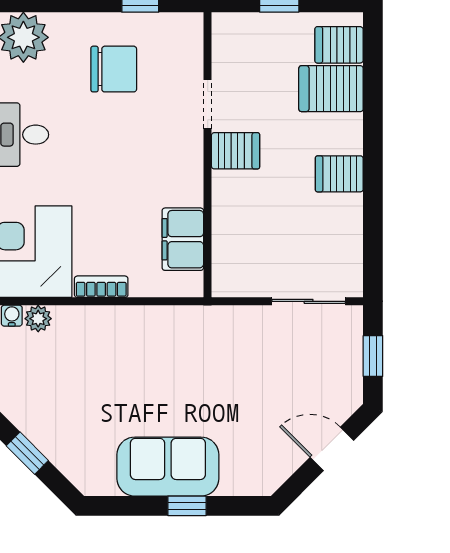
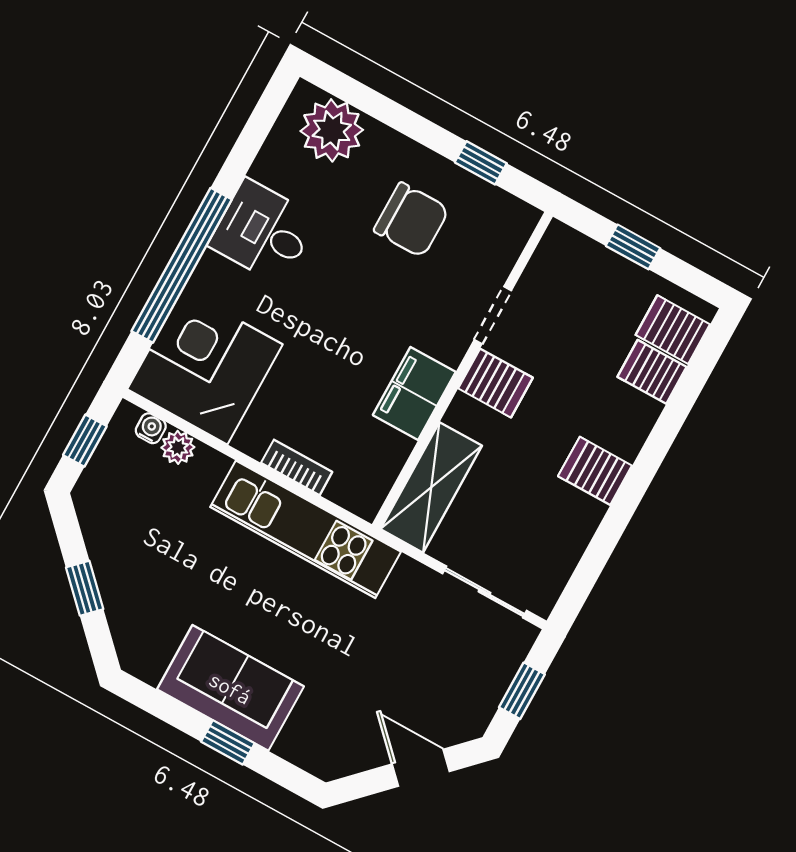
server rack: (331, 89) -> (652, 372), width x0.73, depth x0.70
filing cabinet: (183, 239) -> (414, 394), moved
shelving: (231, 249) -> (431, 487), added
bookcase: (101, 287) -> (297, 467), moved
kitchen unit: (159, 326) -> (306, 529), added

